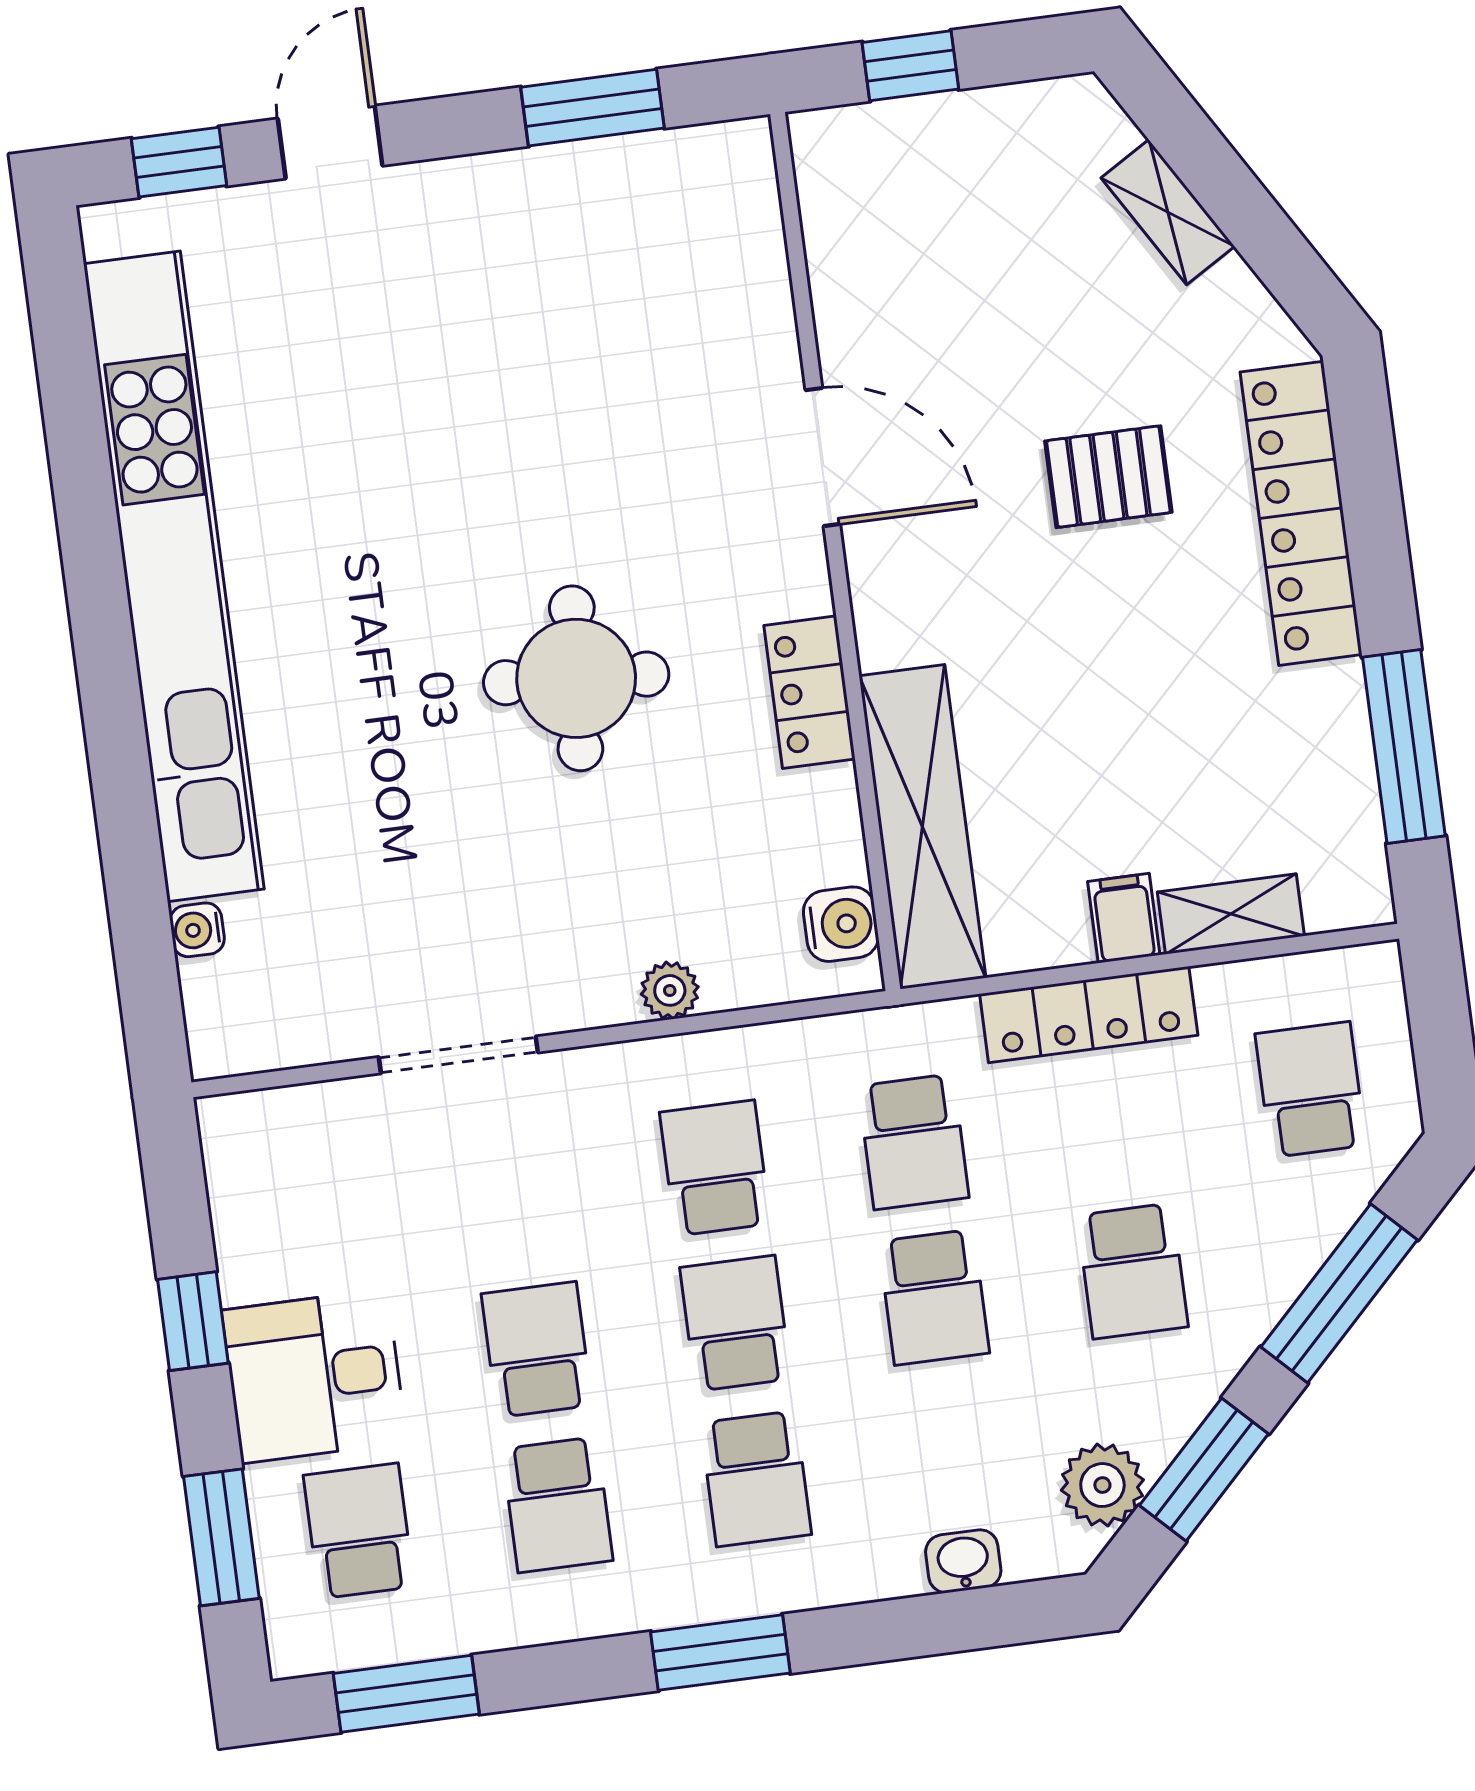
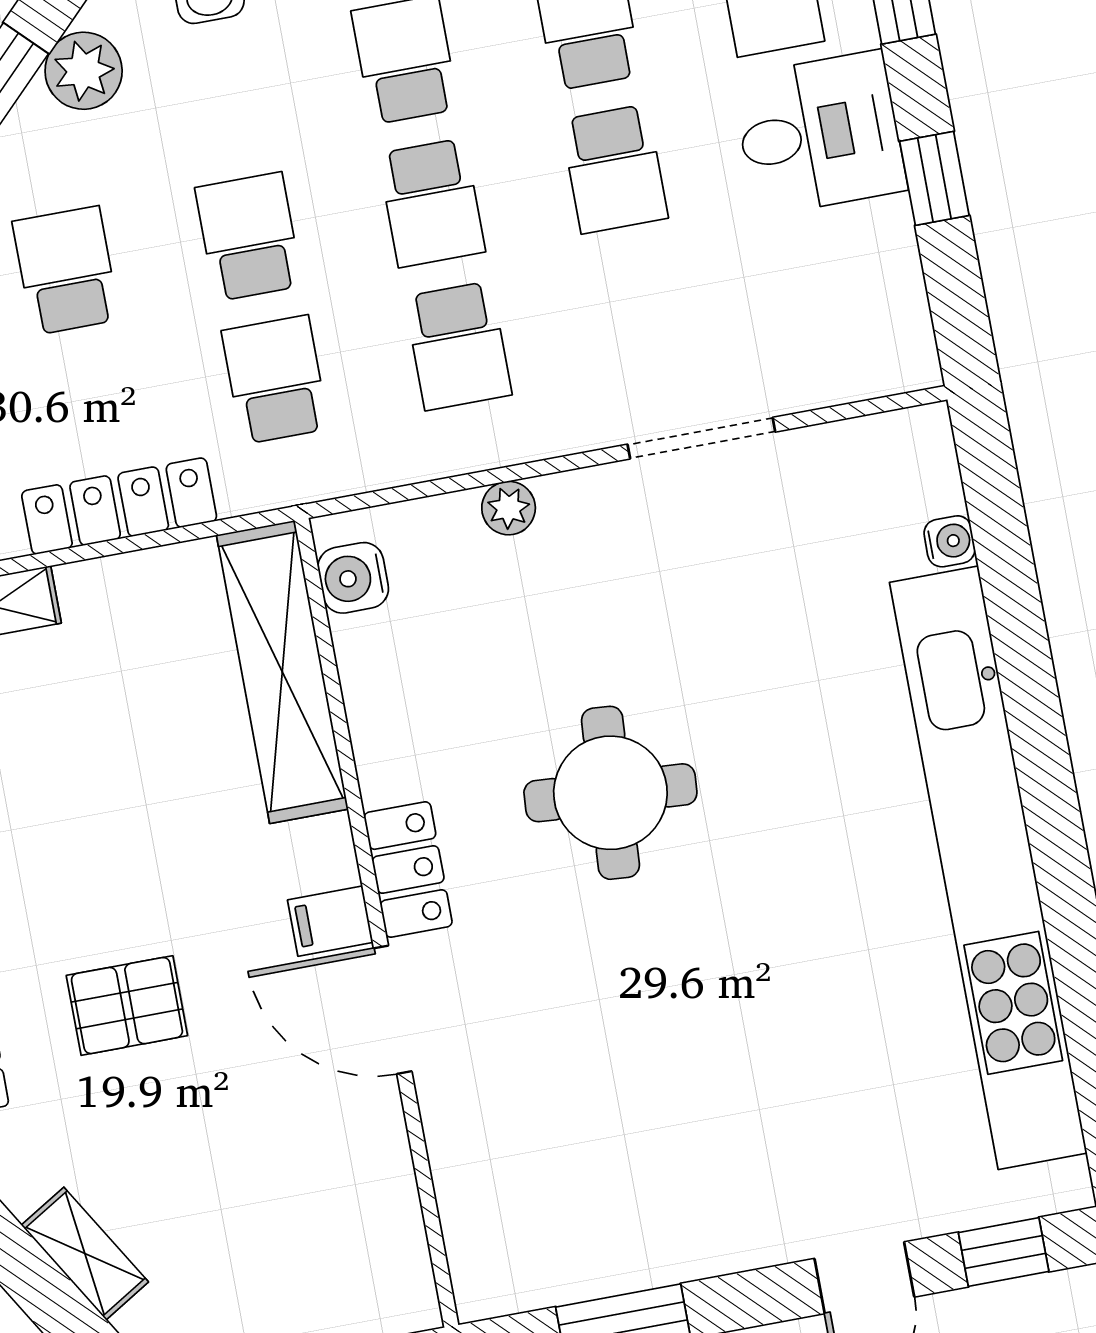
locker: (809, 692) -> (408, 870), moved
filing cabinet: (1124, 918) -> (330, 921), moved, turned 90

